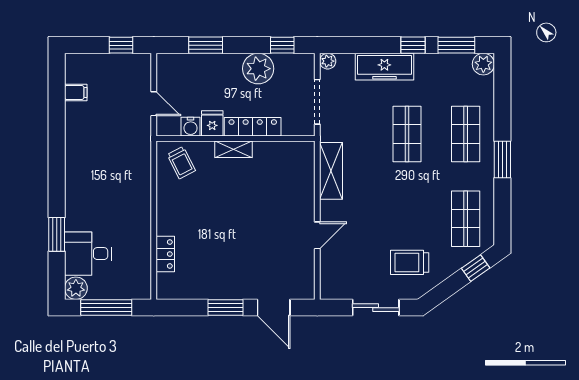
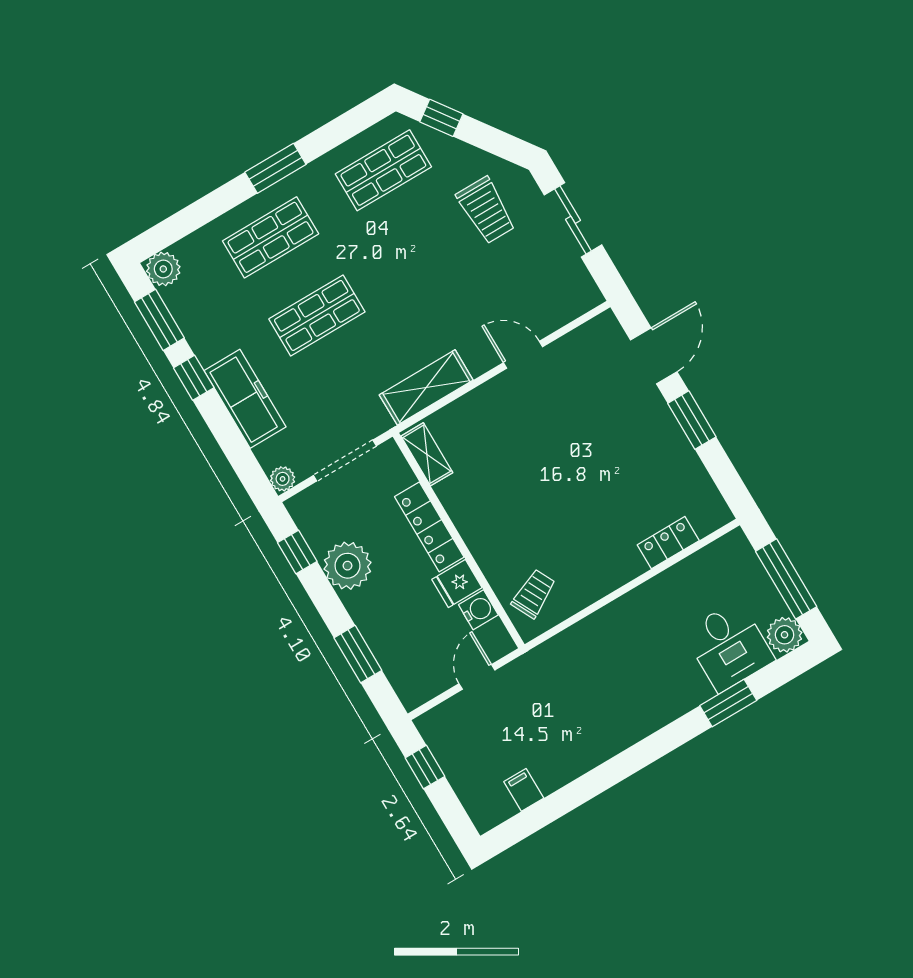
shelving: (233, 149) -> (427, 454), moved

